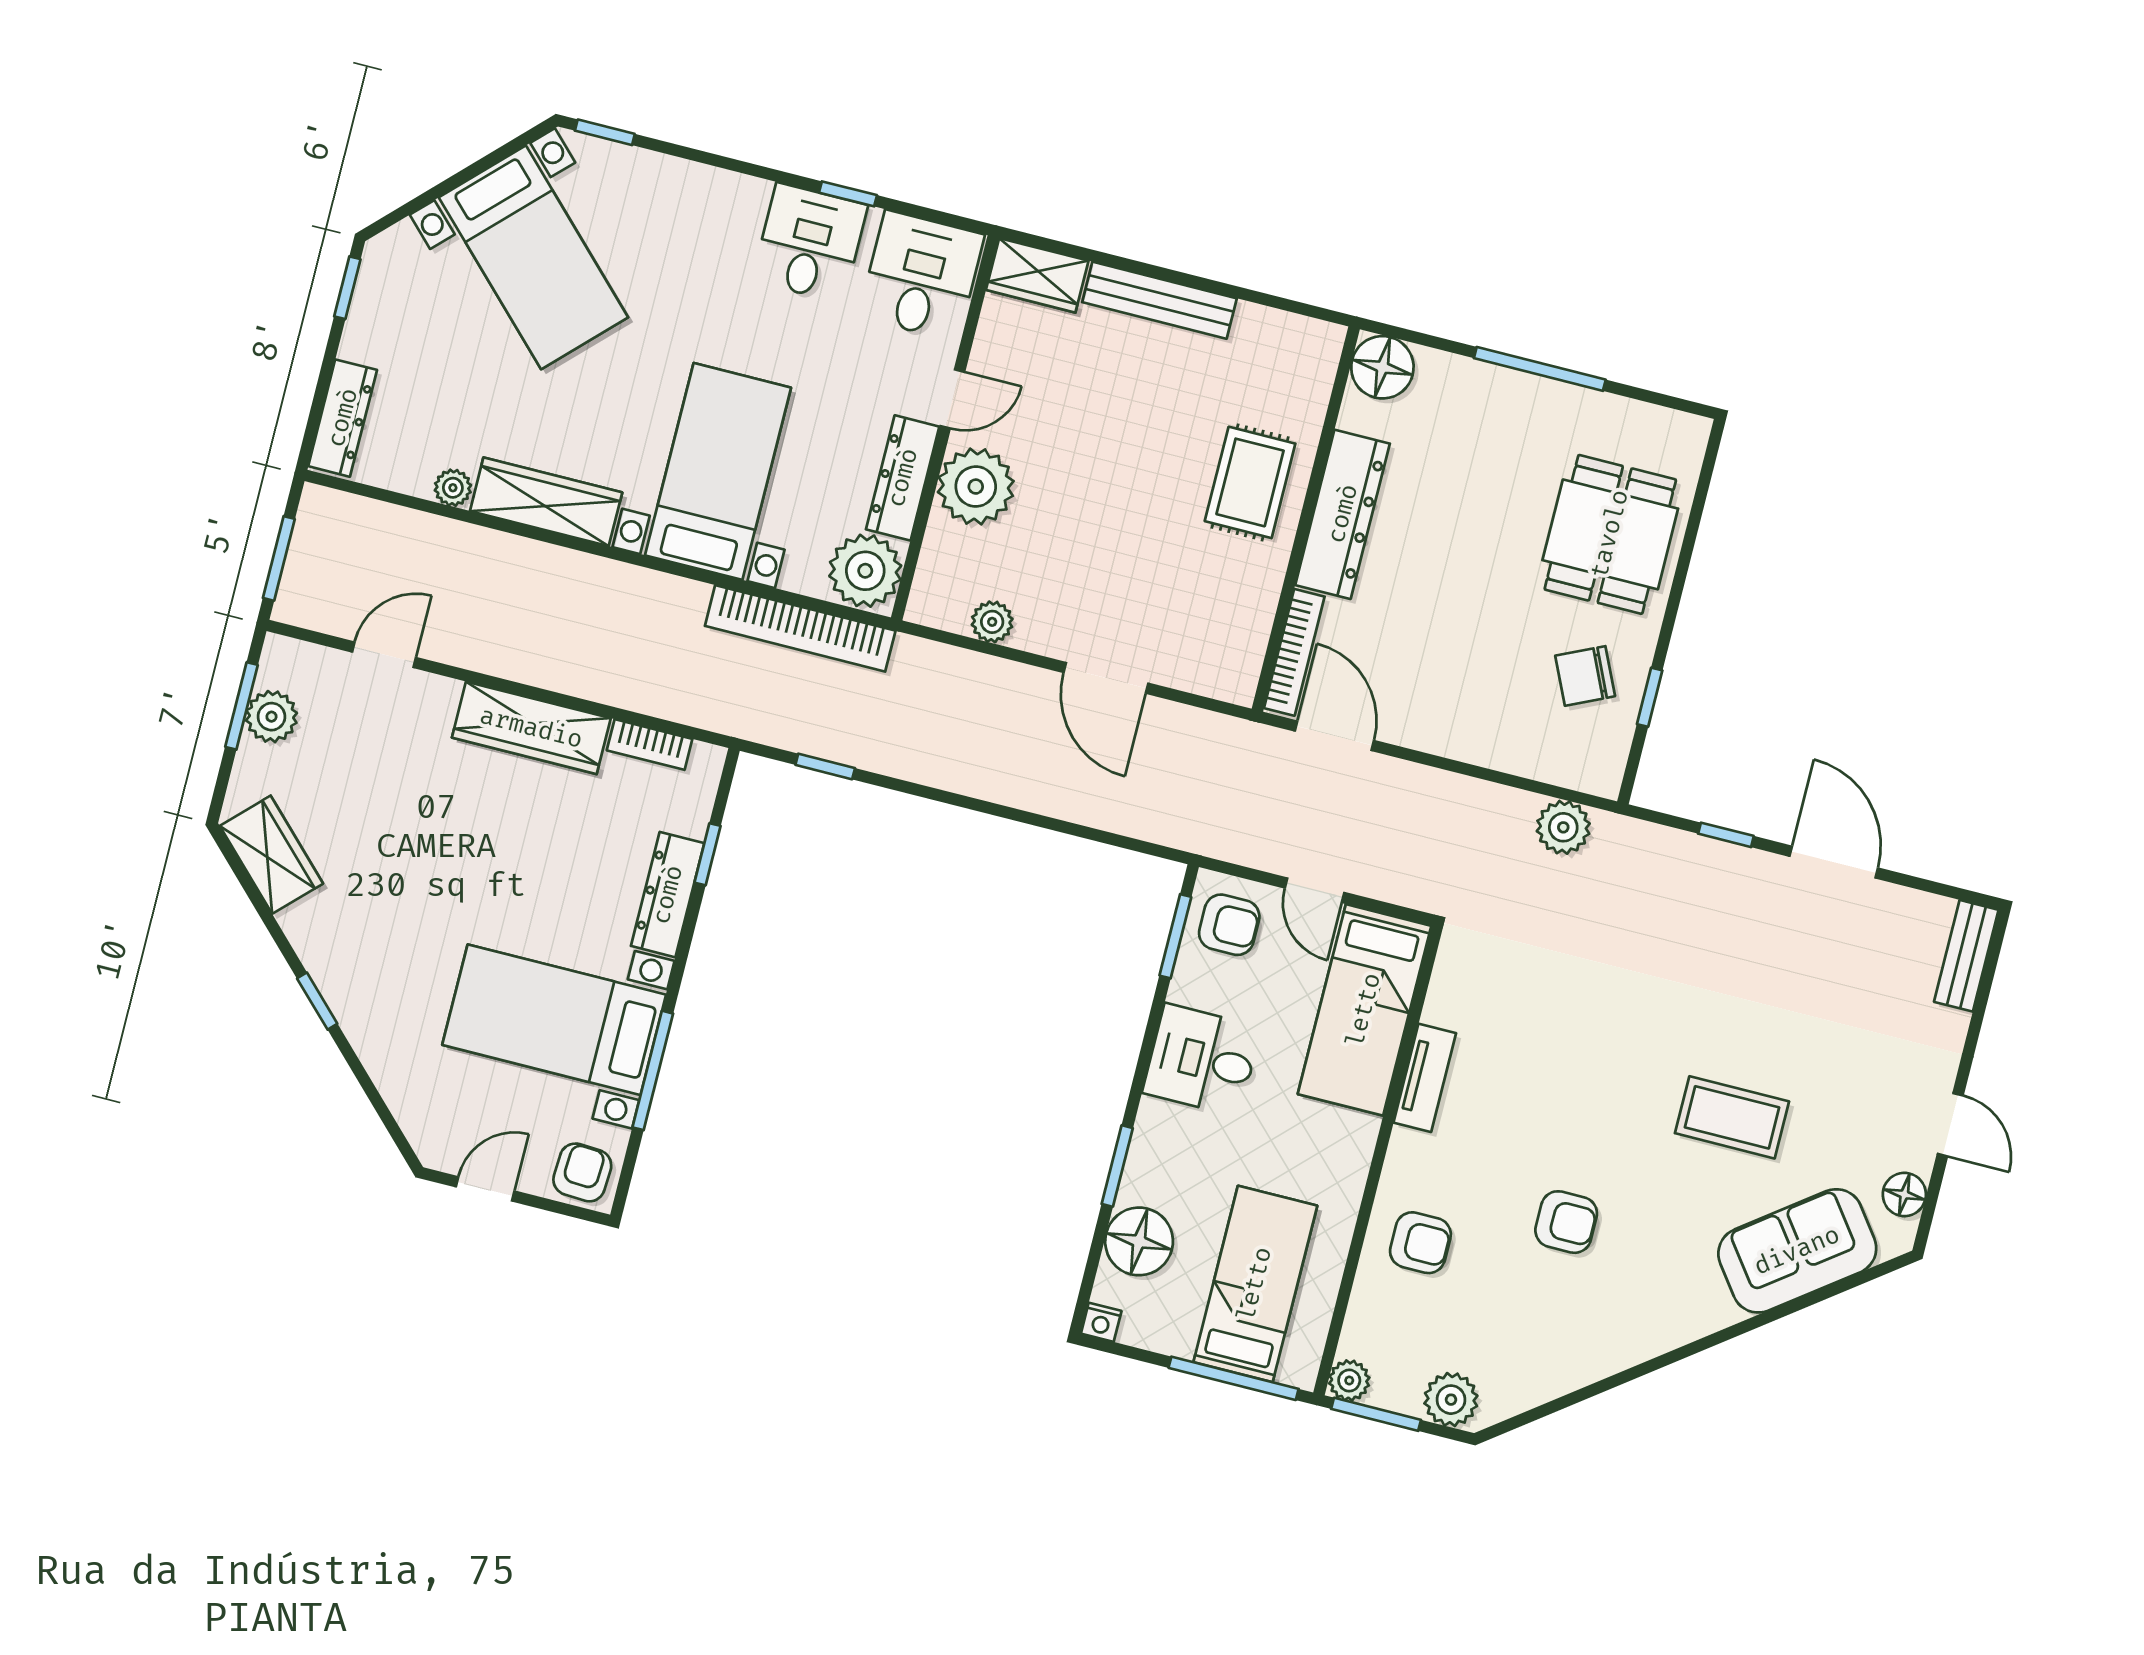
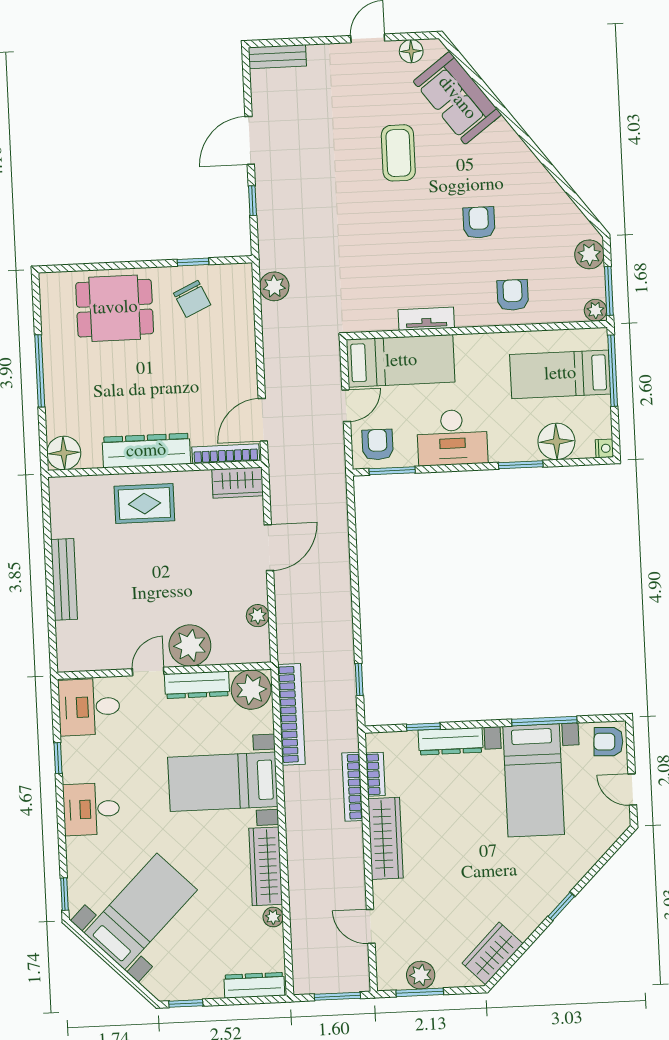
desk: (810, 243) -> (91, 809), moved
wardrobe: (1037, 275) -> (238, 483), moved, turned 90
door: (952, 399) -> (148, 671), hinge flipped
bookcase: (640, 697) -> (352, 787), added
desk: (1202, 1060) -> (452, 437), width x1.37

